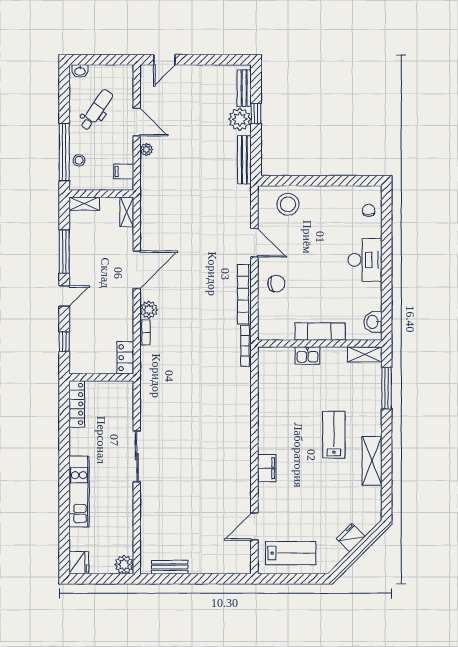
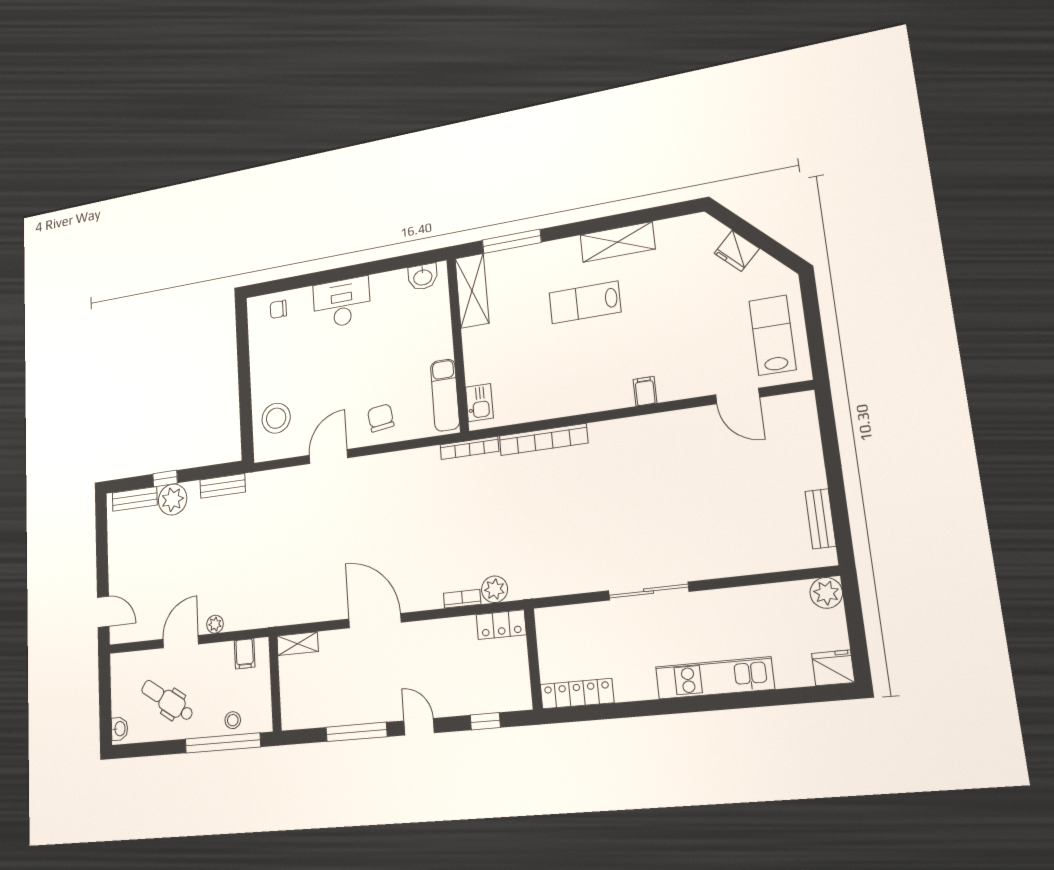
bench: (244, 160) -> (223, 486), width x0.73
shelving: (84, 204) -> (290, 707), removed
bookcase: (244, 294) -> (543, 440), moved
plant: (149, 310) -> (495, 589), moved
exam couch: (320, 331) -> (445, 395), moved
shelving: (365, 354) -> (472, 291), width x1.50, depth x1.33
kitchen sink: (307, 356) -> (479, 403), moved
filing cabinet: (267, 468) -> (645, 391), width x0.50

